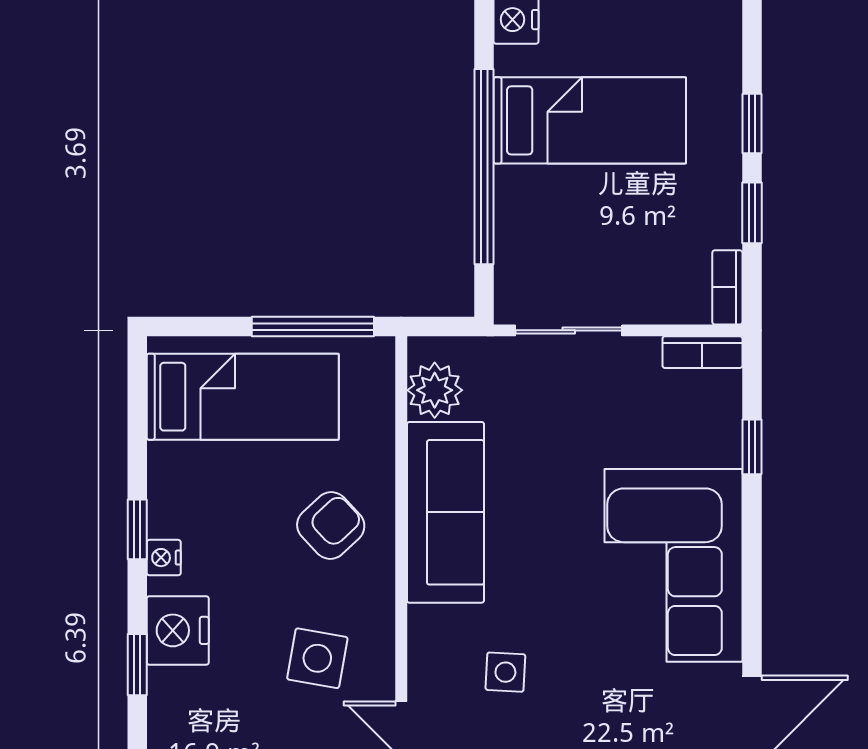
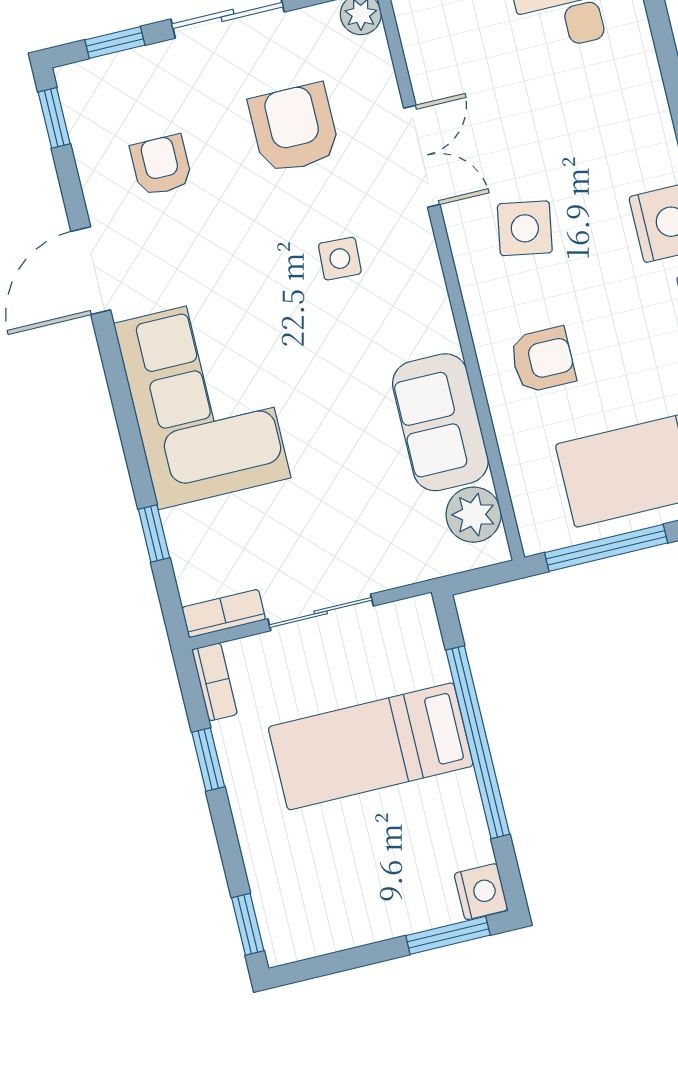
bed: (590, 120) -> (371, 746), moved
window: (752, 124) -> (248, 924), moved
sliding door: (569, 330) -> (321, 612), moved
sofa: (445, 512) -> (440, 422), width x0.73
armchair: (331, 526) -> (543, 360), turned -137

